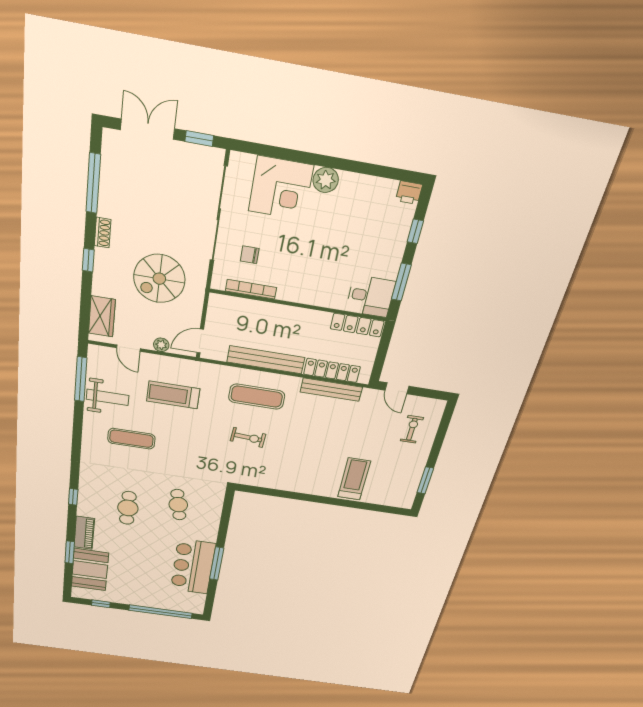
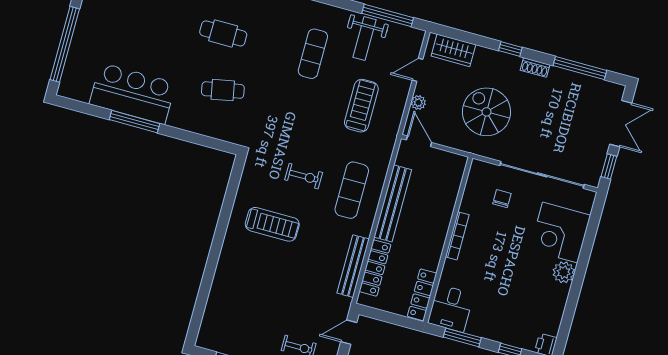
bookcase: (251, 289) -> (457, 236), moved
exercise bike: (248, 437) -> (304, 176), turned -94
treadmill: (354, 479) -> (272, 224), moved

